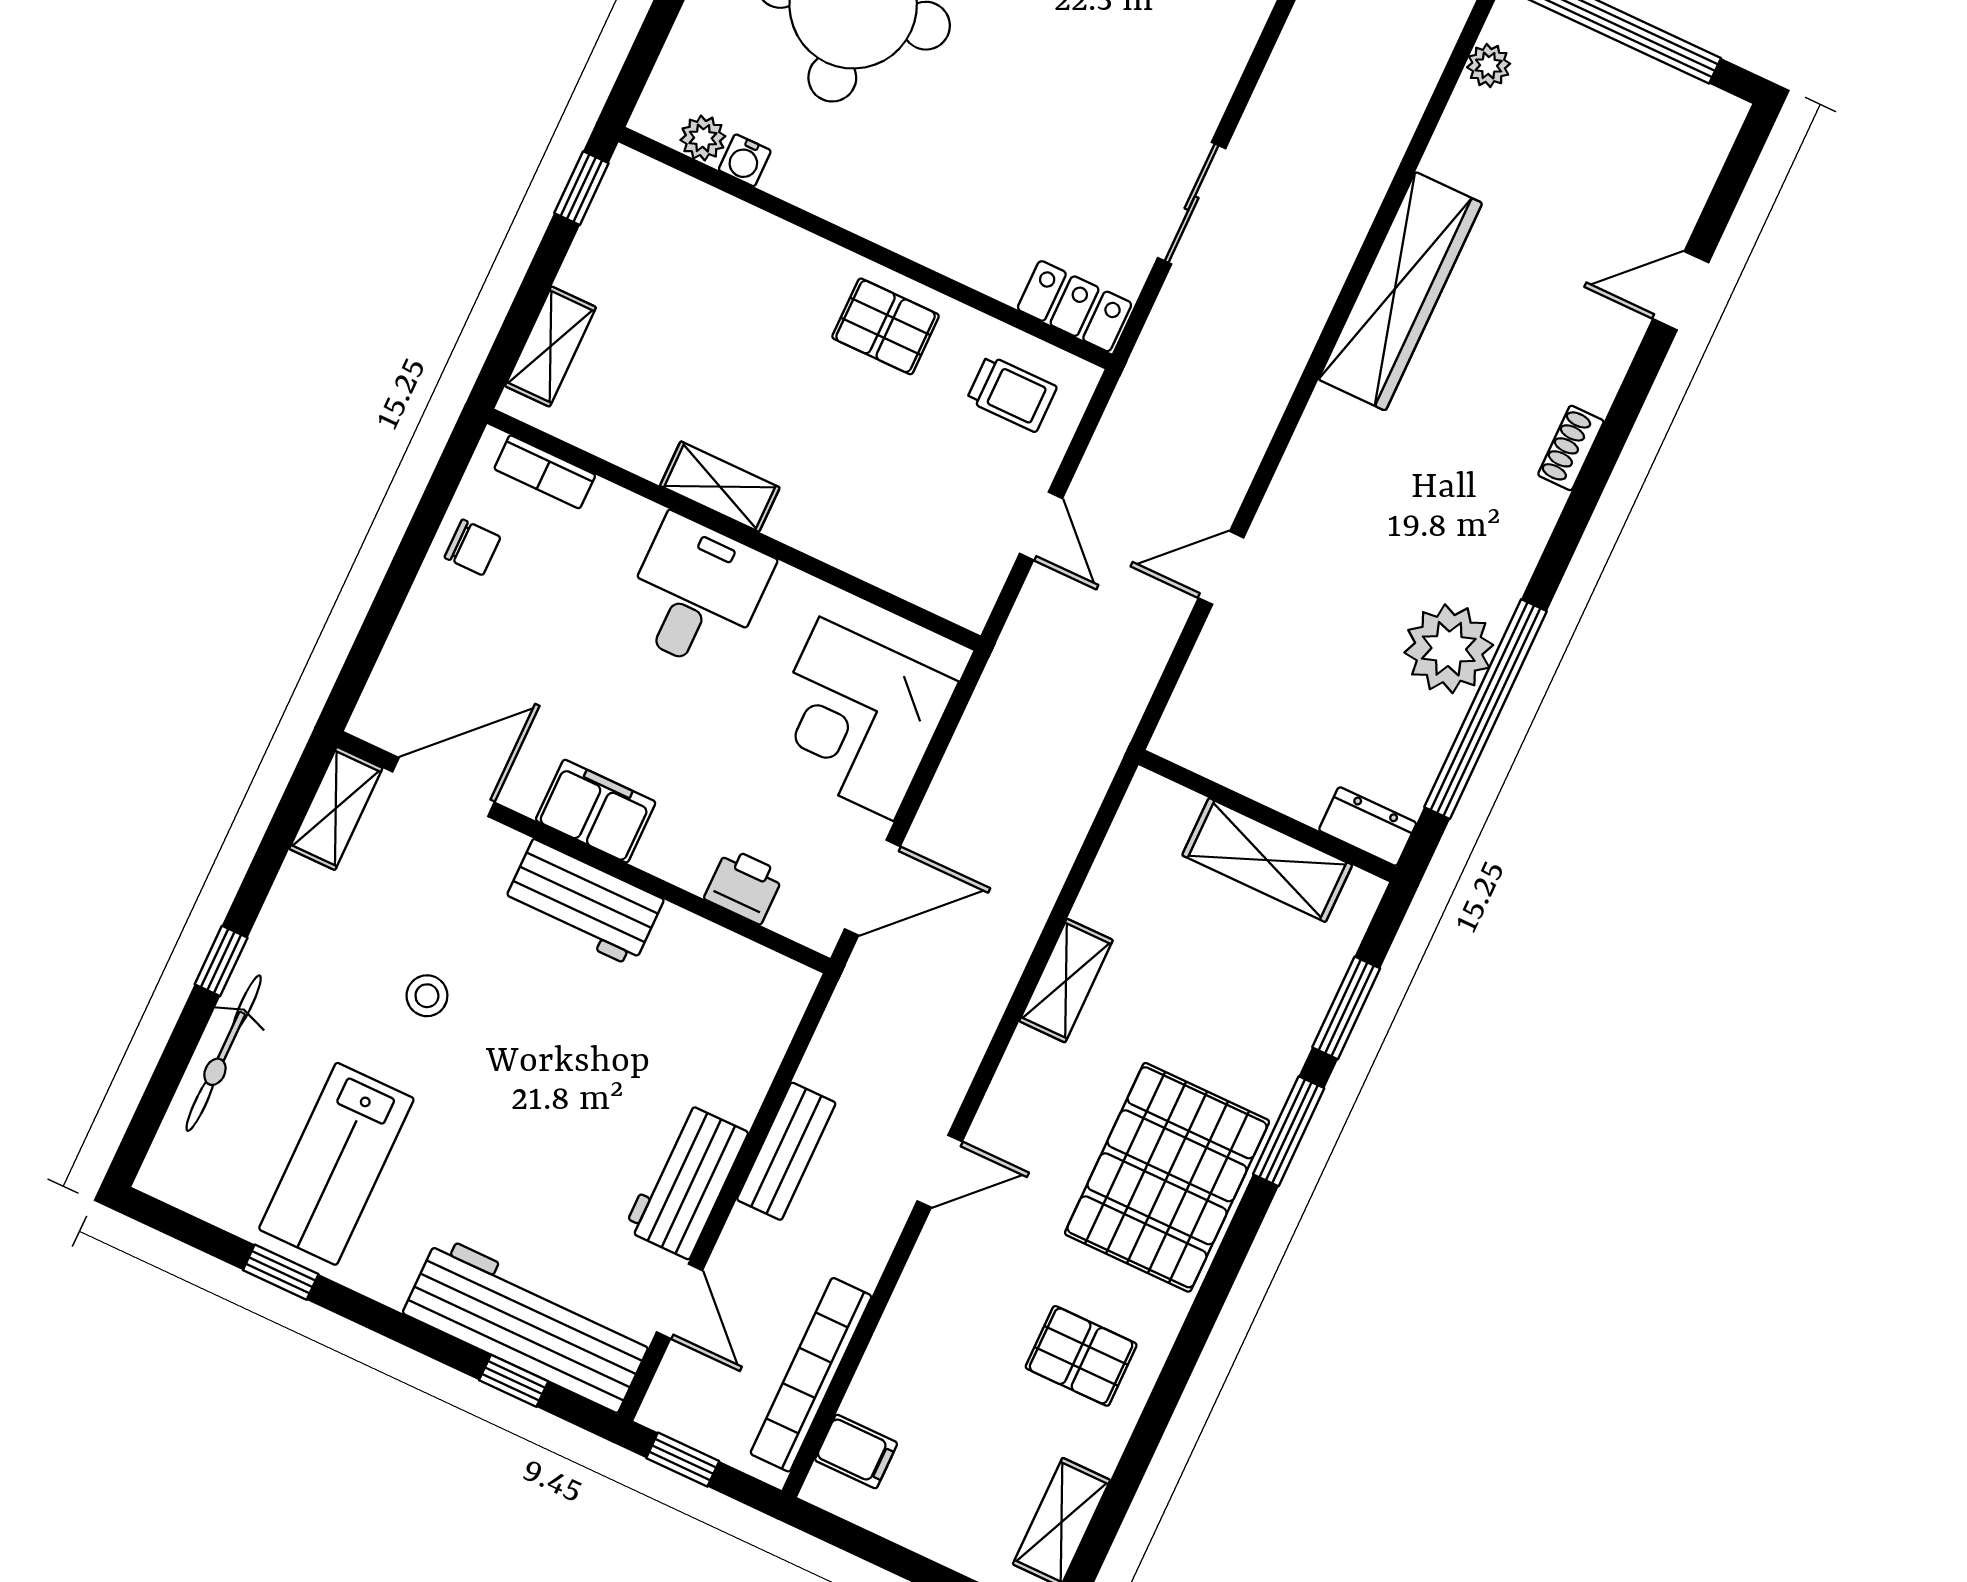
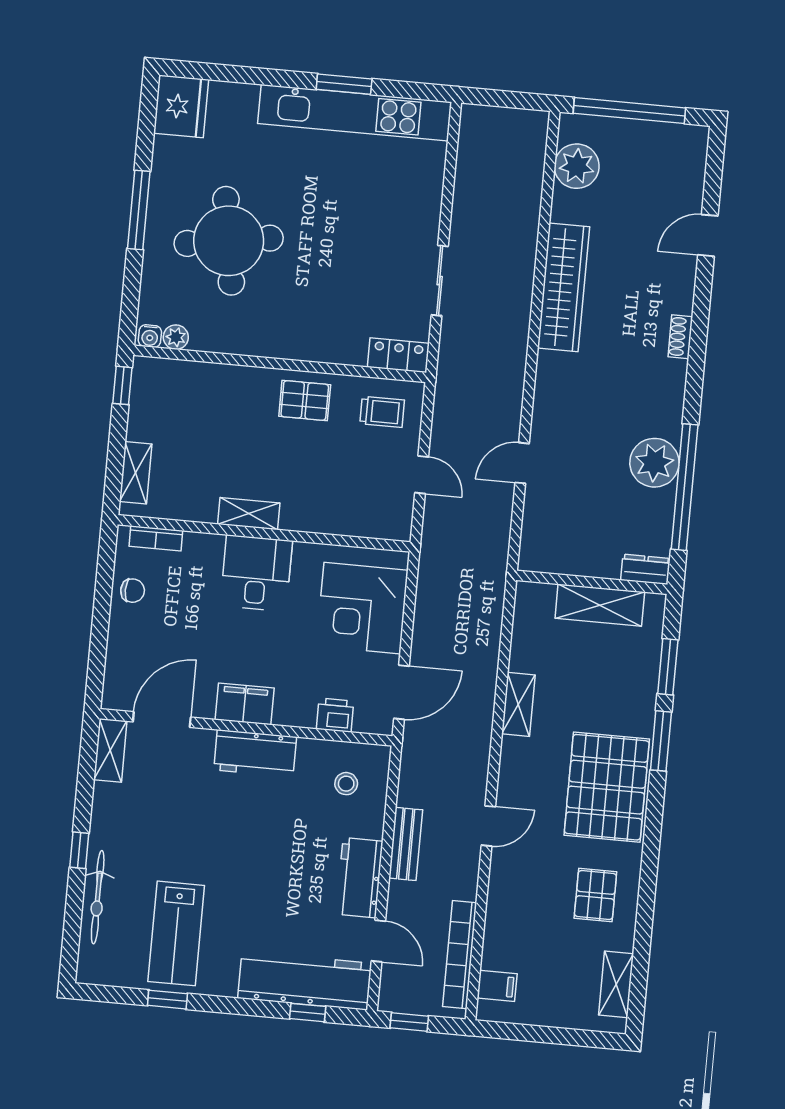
plant: (1489, 66) -> (577, 166), width x1.88, depth x1.88
water cooler: (745, 160) -> (150, 336), moved
stool: (427, 996) -> (346, 784), moved
pallet: (1081, 1356) -> (595, 895), turned 90

